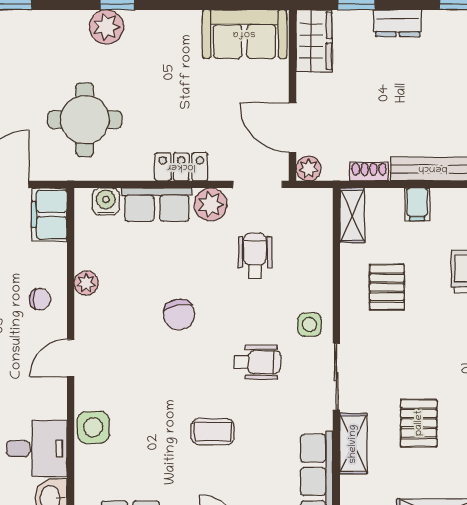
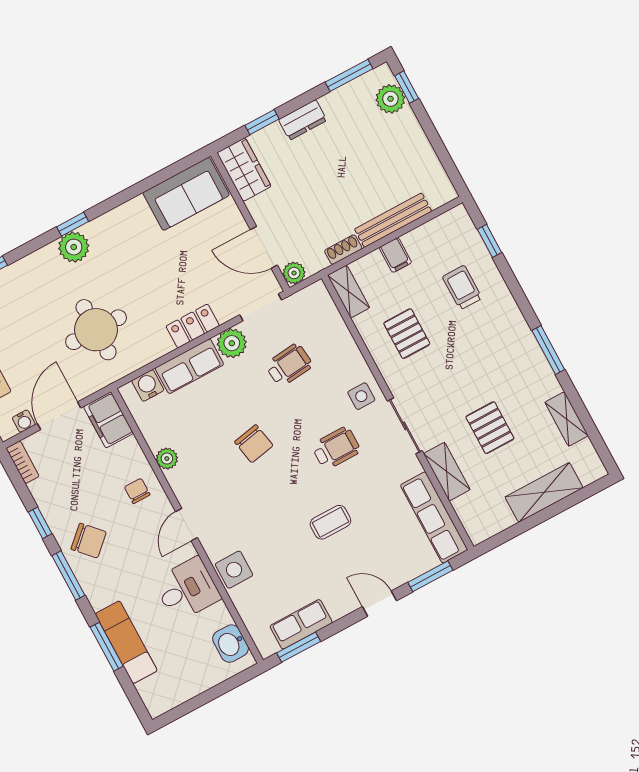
wheelchair: (255, 256) -> (289, 365), turned 84
chair: (40, 299) -> (137, 491), turned -90
desk: (37, 449) -> (187, 589), moved

